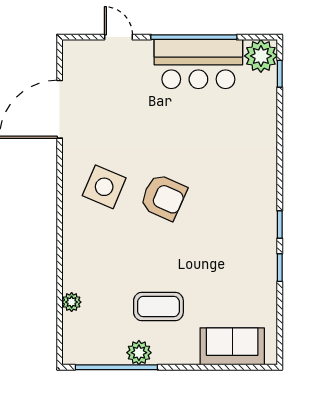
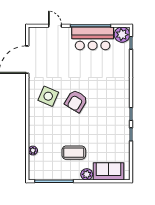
armchair: (163, 197) -> (76, 101), turned 97
plant: (139, 353) -> (87, 174), moved

